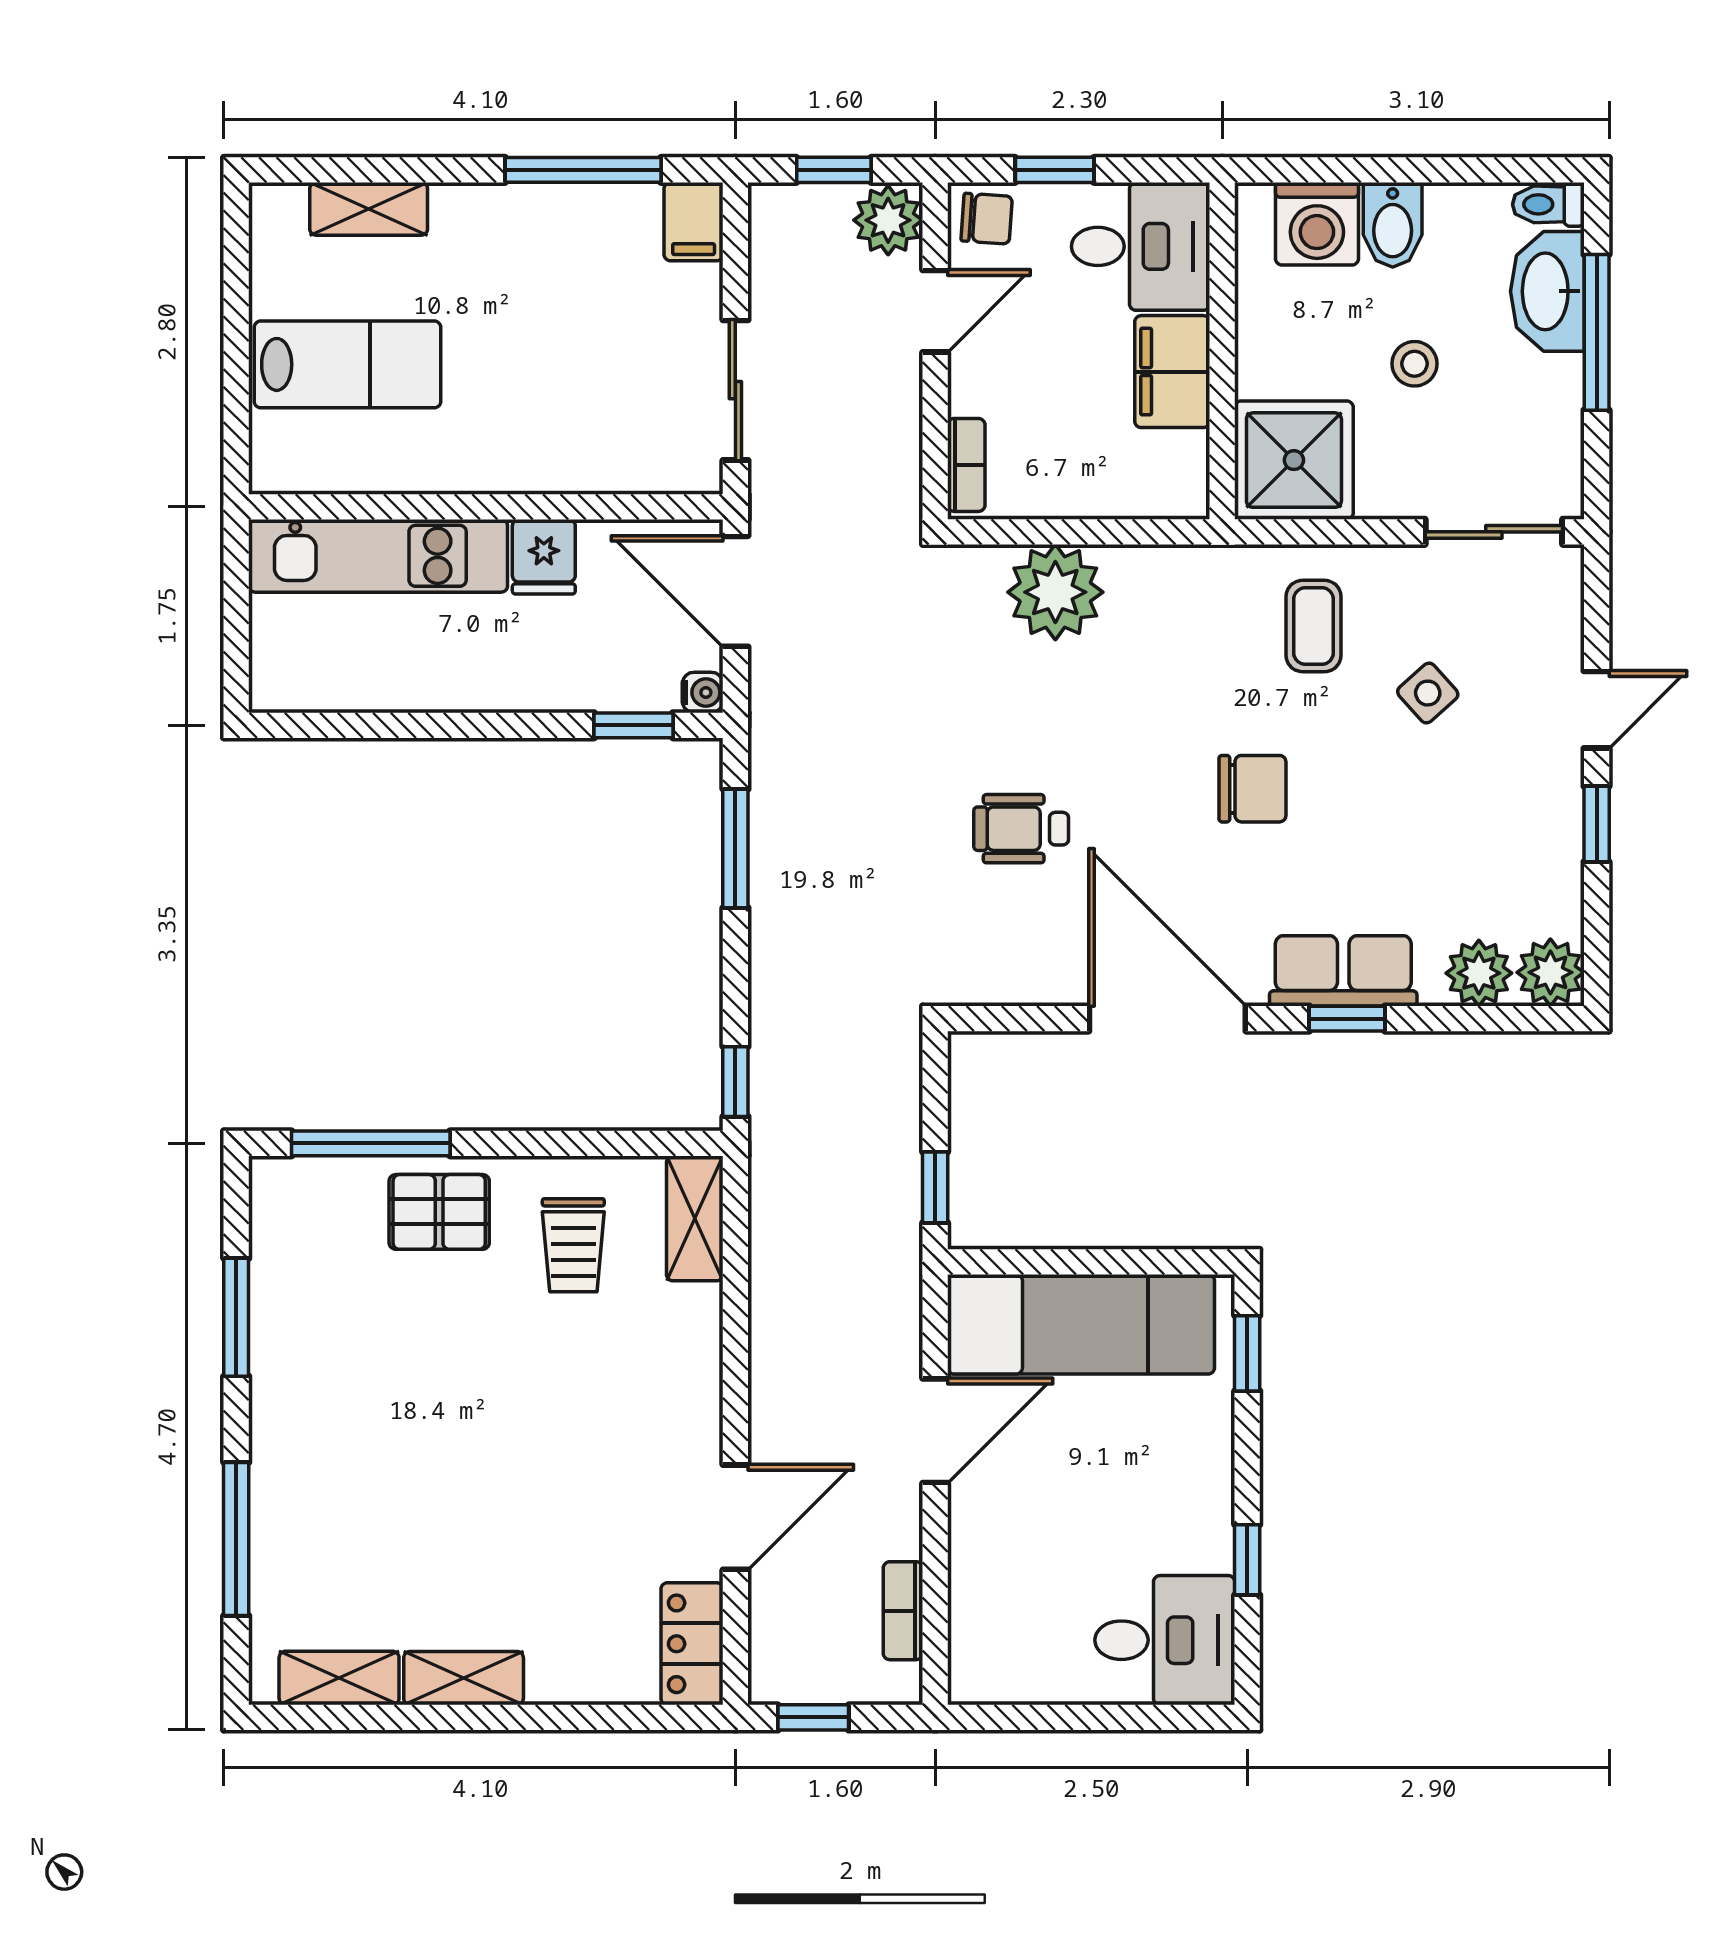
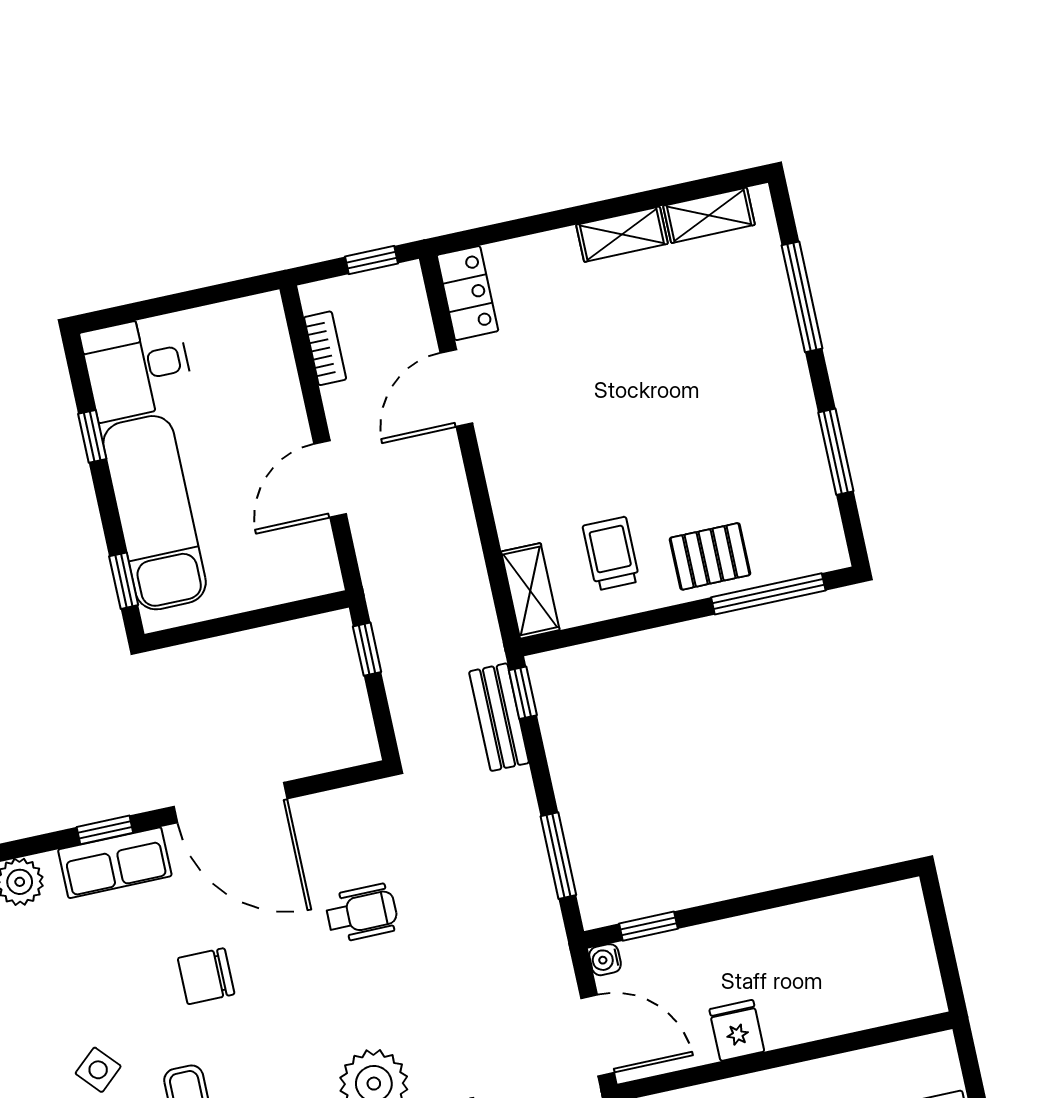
kitchen unit: (378, 556) -> (853, 1006), removed
bench: (775, 1055) -> (499, 717), added
exam couch: (1081, 1324) -> (155, 513), moved, turned 90

